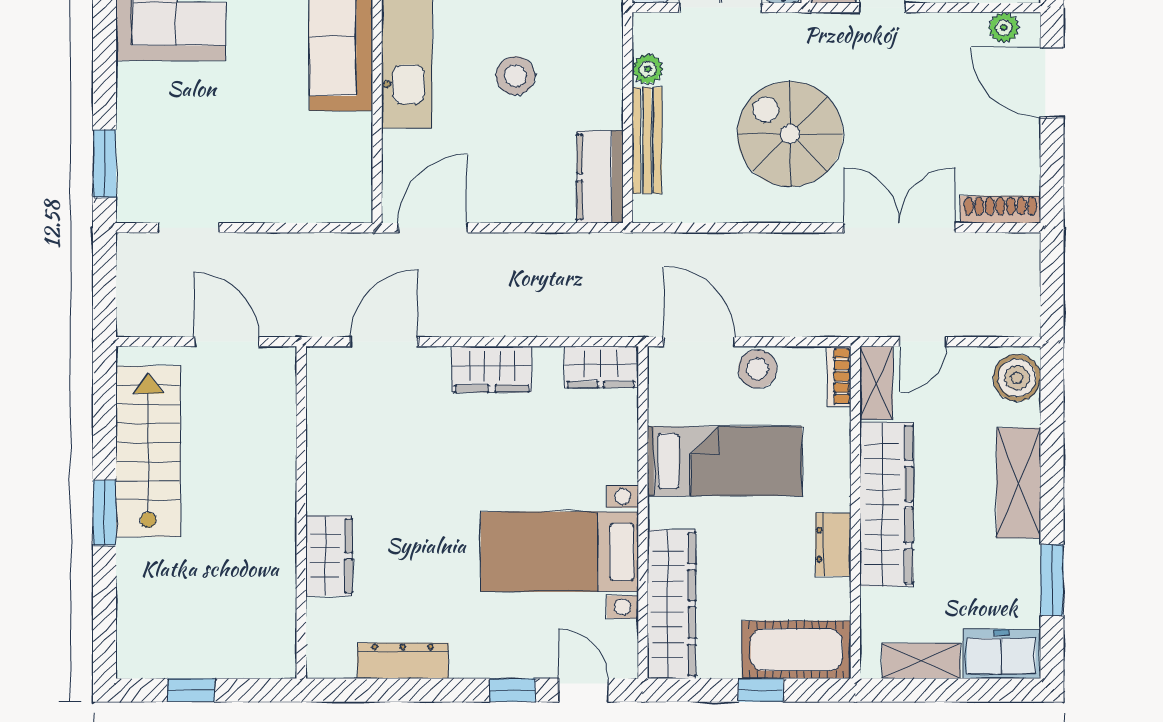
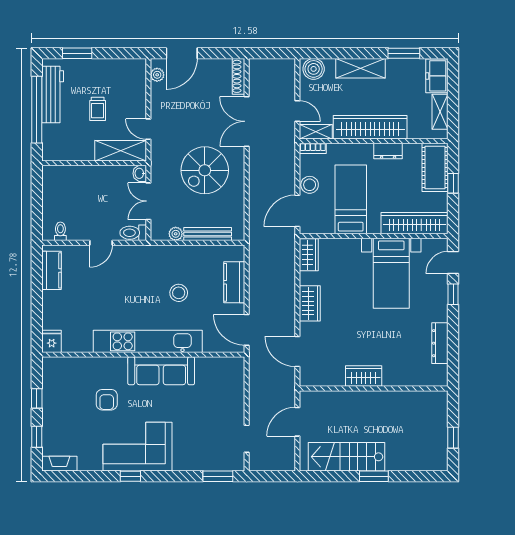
kitchen counter: (600, 177) -> (234, 282), moved, turned 90
wardrobe: (329, 556) -> (364, 376), moved

